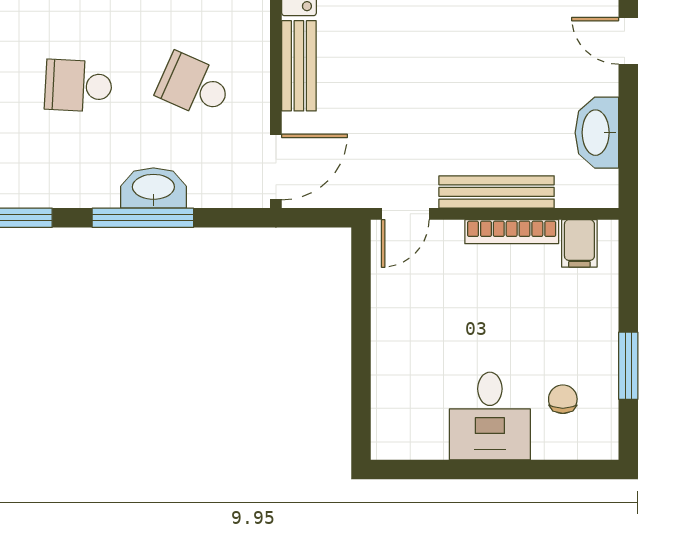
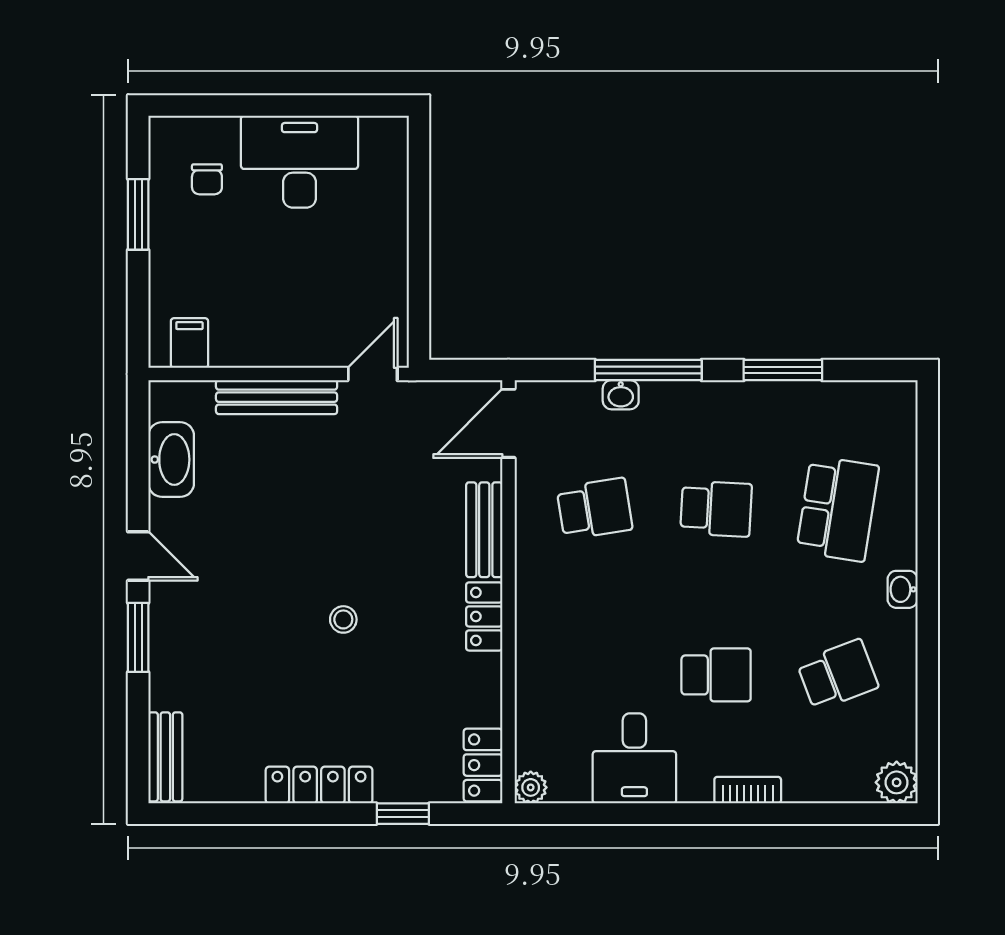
school desk: (194, 86) -> (595, 509), turned -33
washbasin: (153, 188) -> (621, 395), width x0.52, depth x0.69
bookcase: (512, 232) -> (261, 355), removed
desk: (490, 416) -> (299, 162), width x1.37

